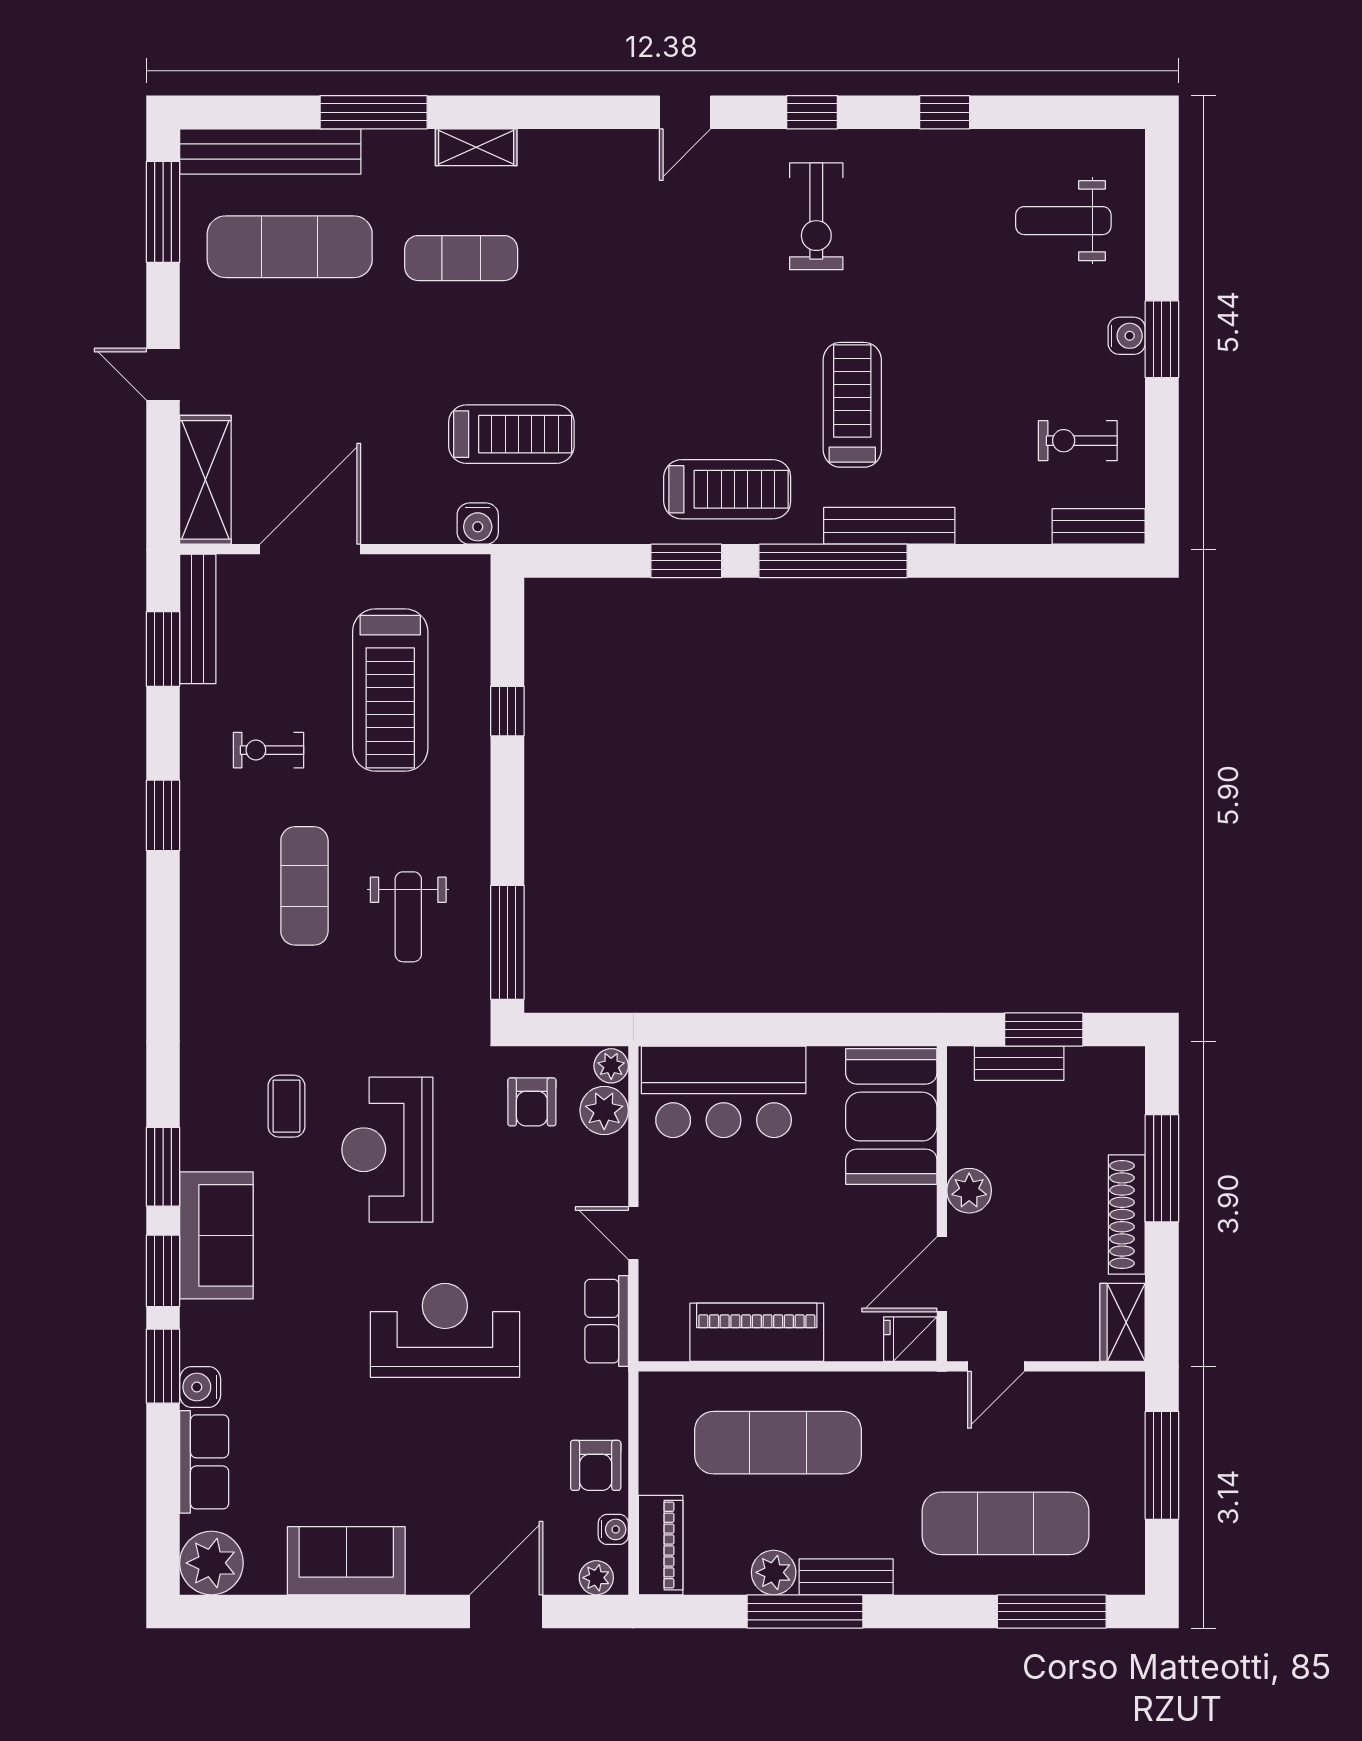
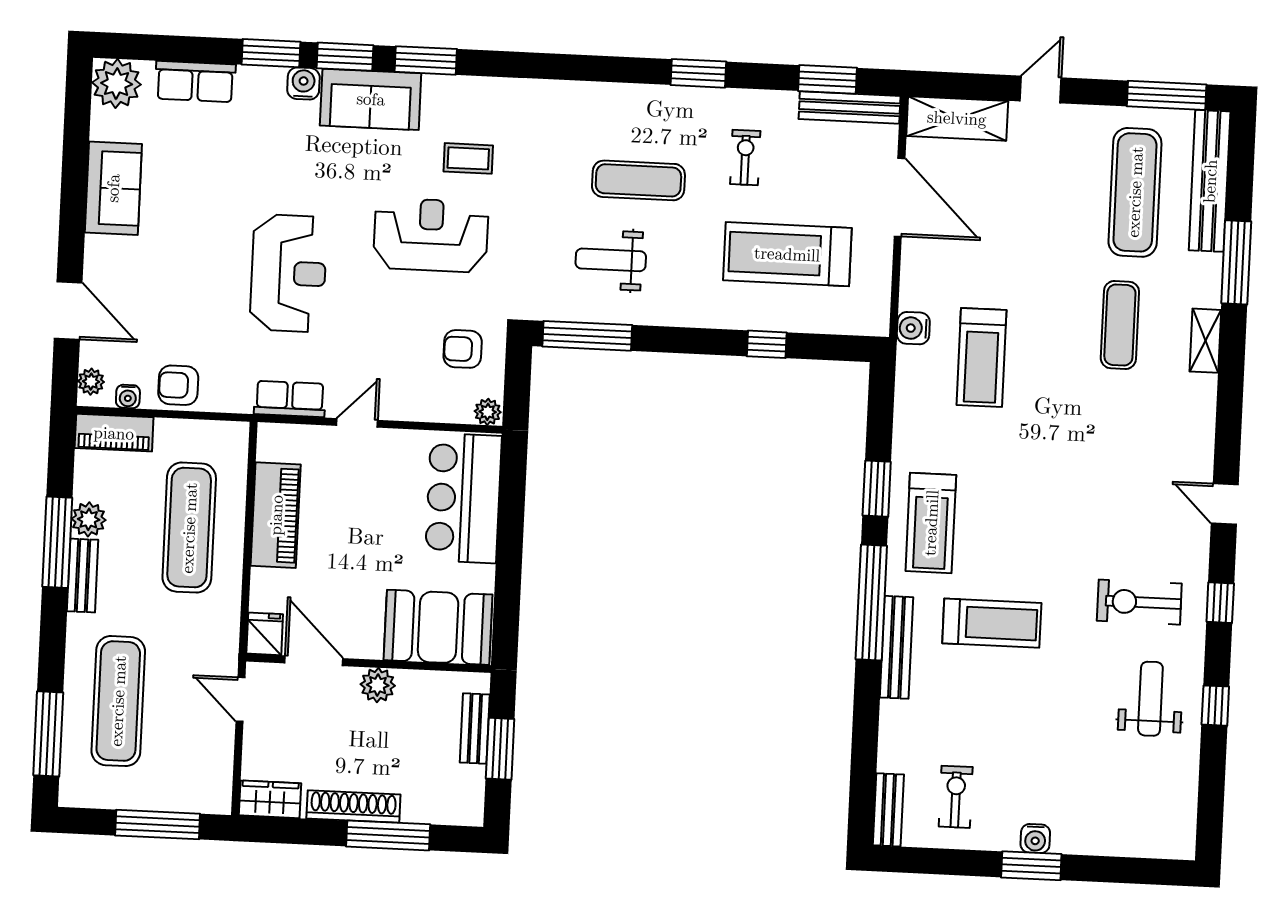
weight bench: (1063, 221) -> (1150, 699), moved
plant: (604, 1110) -> (453, 405), removed
water cooler: (200, 1387) -> (303, 84), moved

